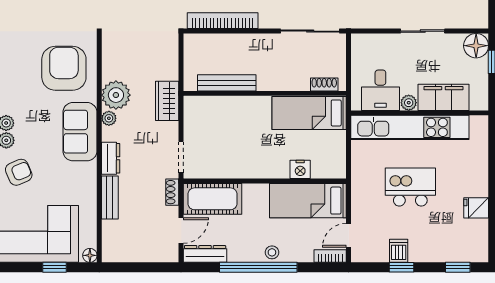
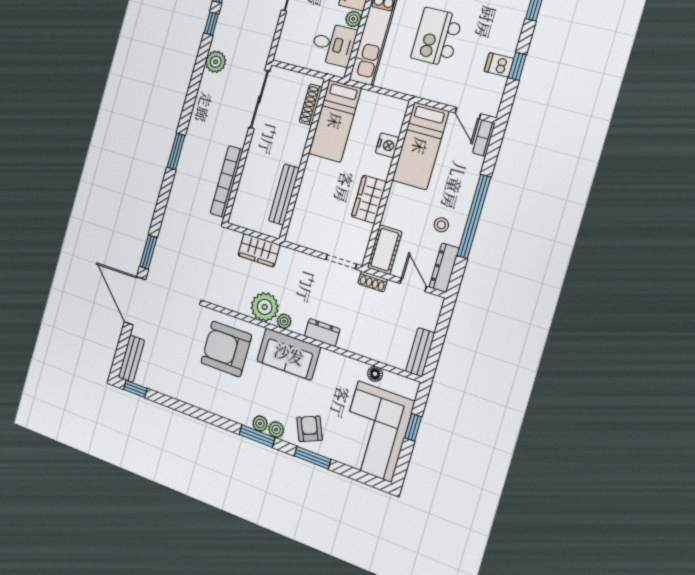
shoe rack: (324, 84) -> (311, 105), width x1.43
wardrobe: (167, 101) -> (259, 250), moved
wardrobe: (246, 167) -> (369, 199), added
bench: (110, 198) -> (420, 352), moved, turned 90
cot: (212, 199) -> (385, 250), width x0.73, depth x0.75
stool: (272, 252) -> (441, 225), moved
floor lamp: (90, 255) -> (375, 374), moved

